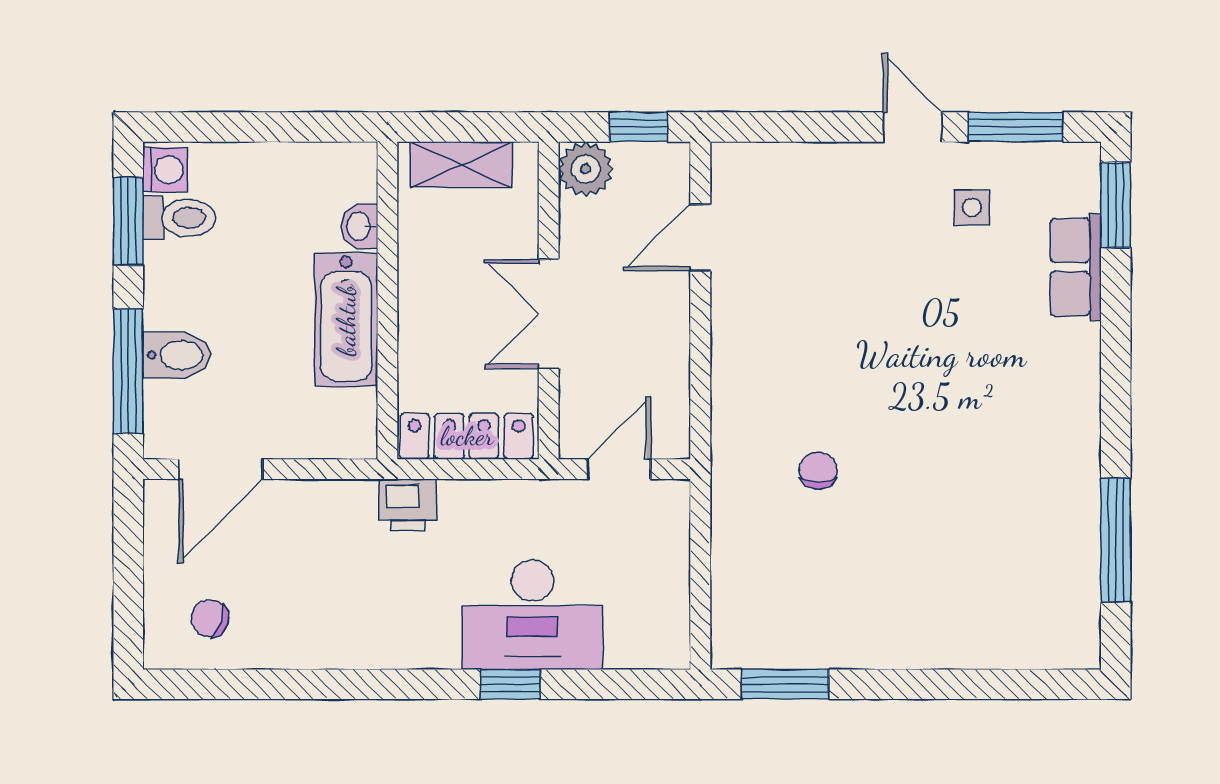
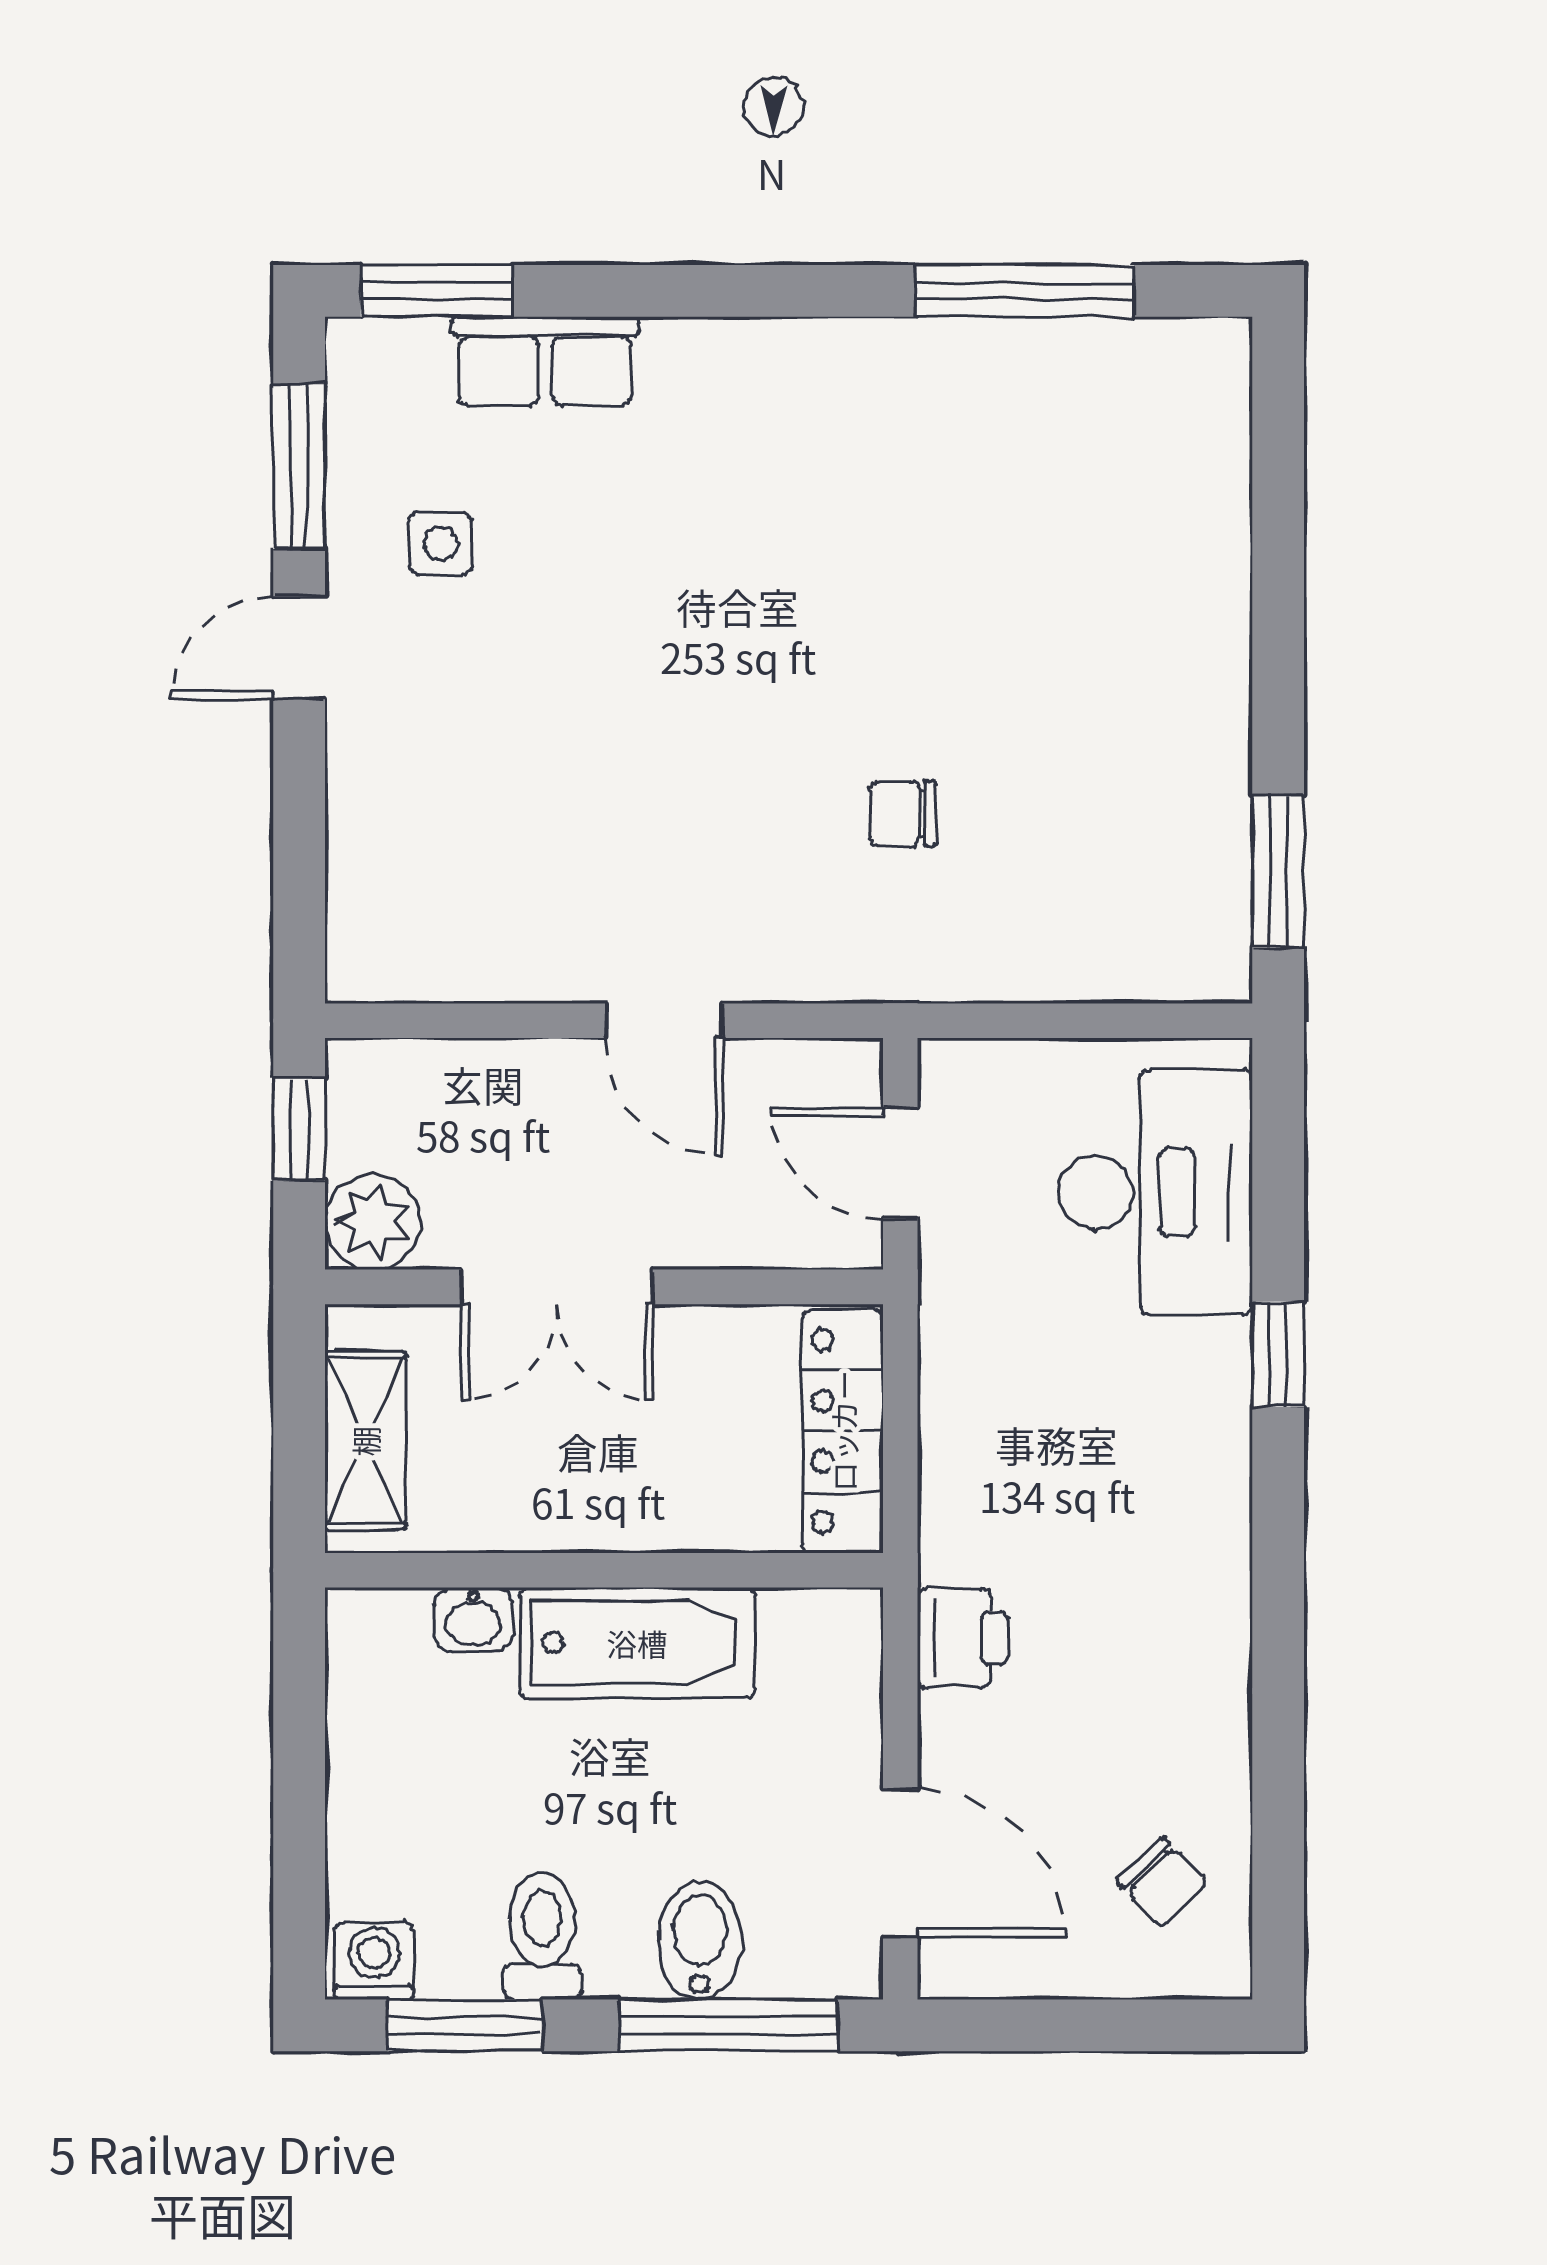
toilet: (179, 218) -> (542, 1936), moved
door: (700, 237) -> (664, 1021), moved
double door: (549, 314) -> (557, 1287), moved
printer: (408, 505) -> (963, 1638), moved
desk: (532, 615) -> (1156, 1192), moved
chair: (210, 618) -> (1162, 1882), turned -62

